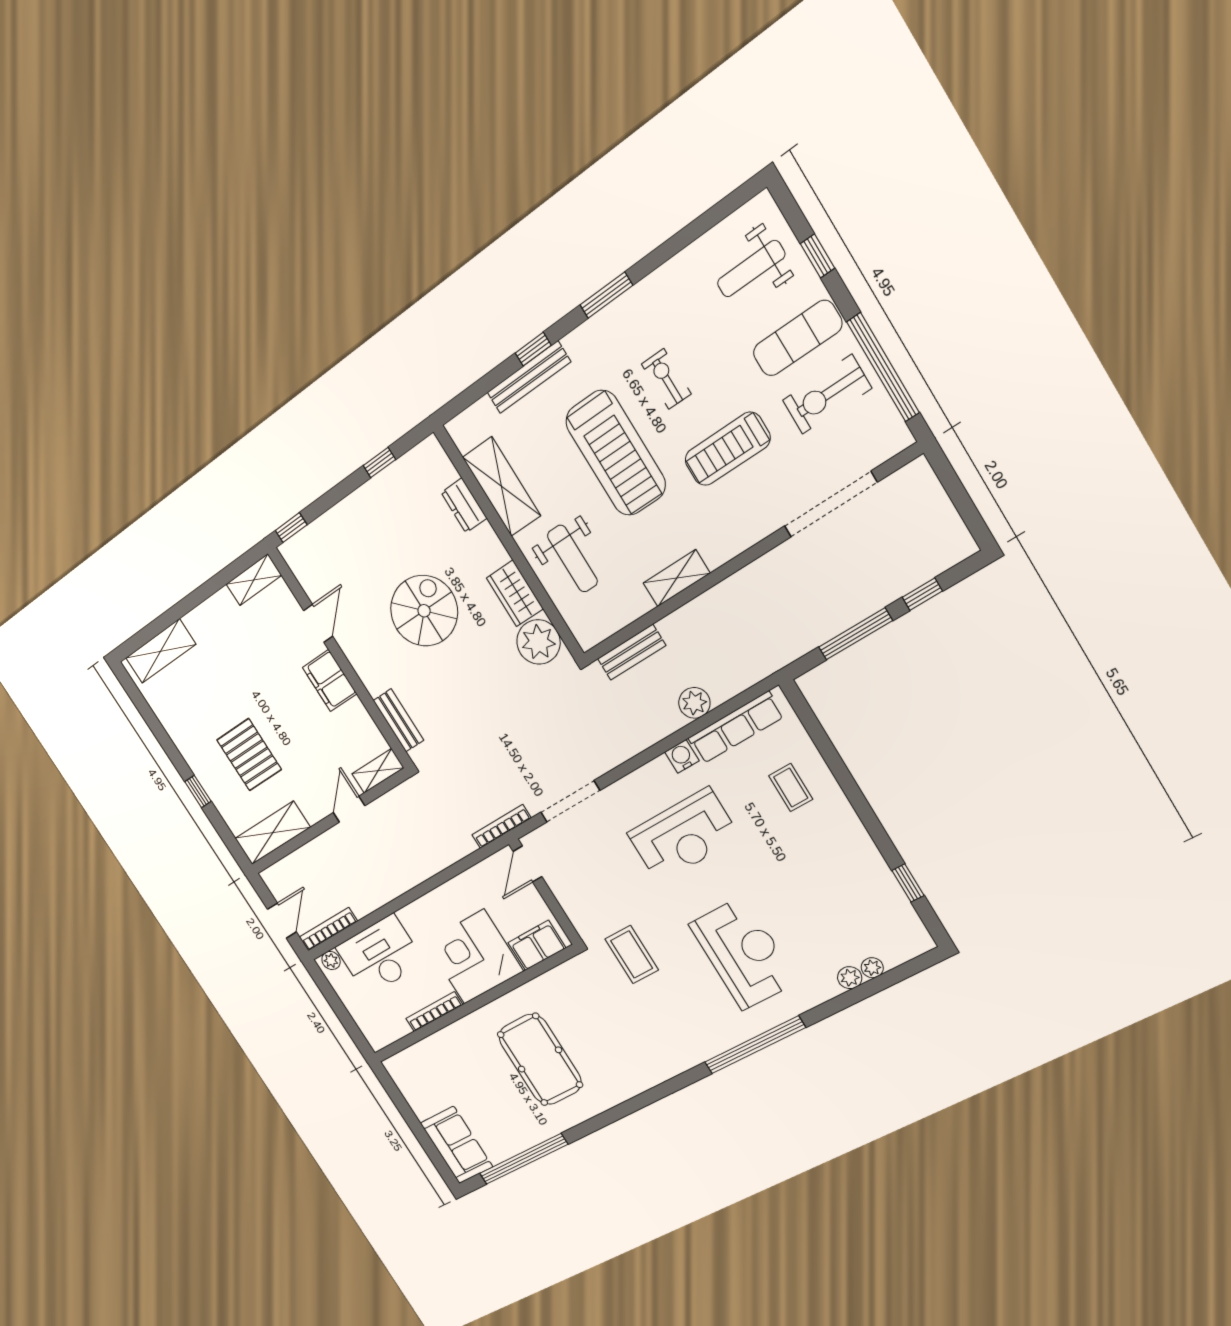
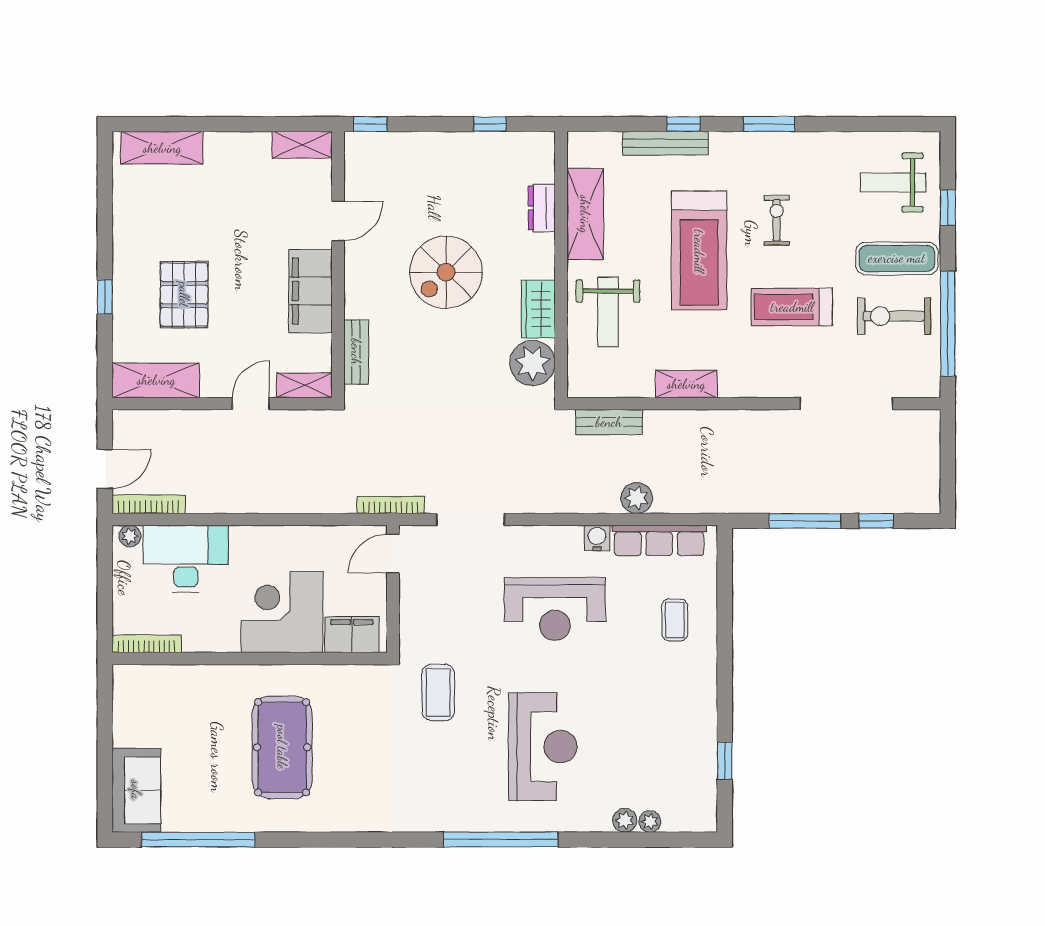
spiral stairs: (424, 611) -> (446, 272), turned 180
filing cabinet: (330, 681) -> (311, 291), width x1.50, depth x1.17
bookcase: (434, 1012) -> (147, 644), moved

